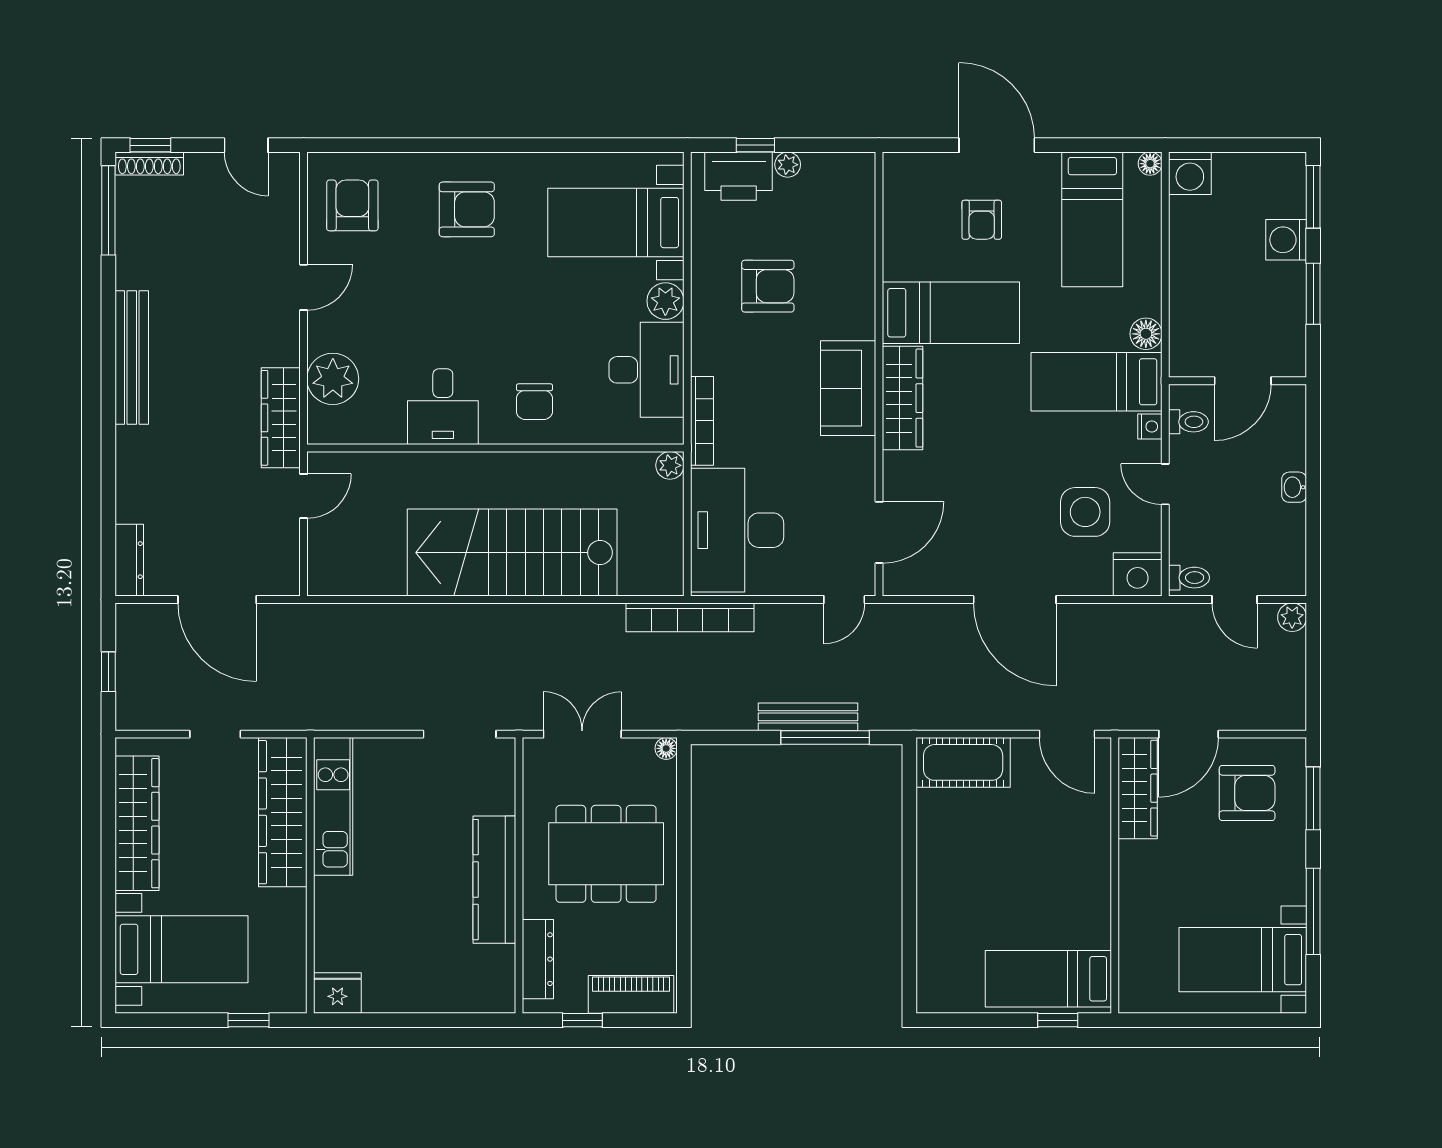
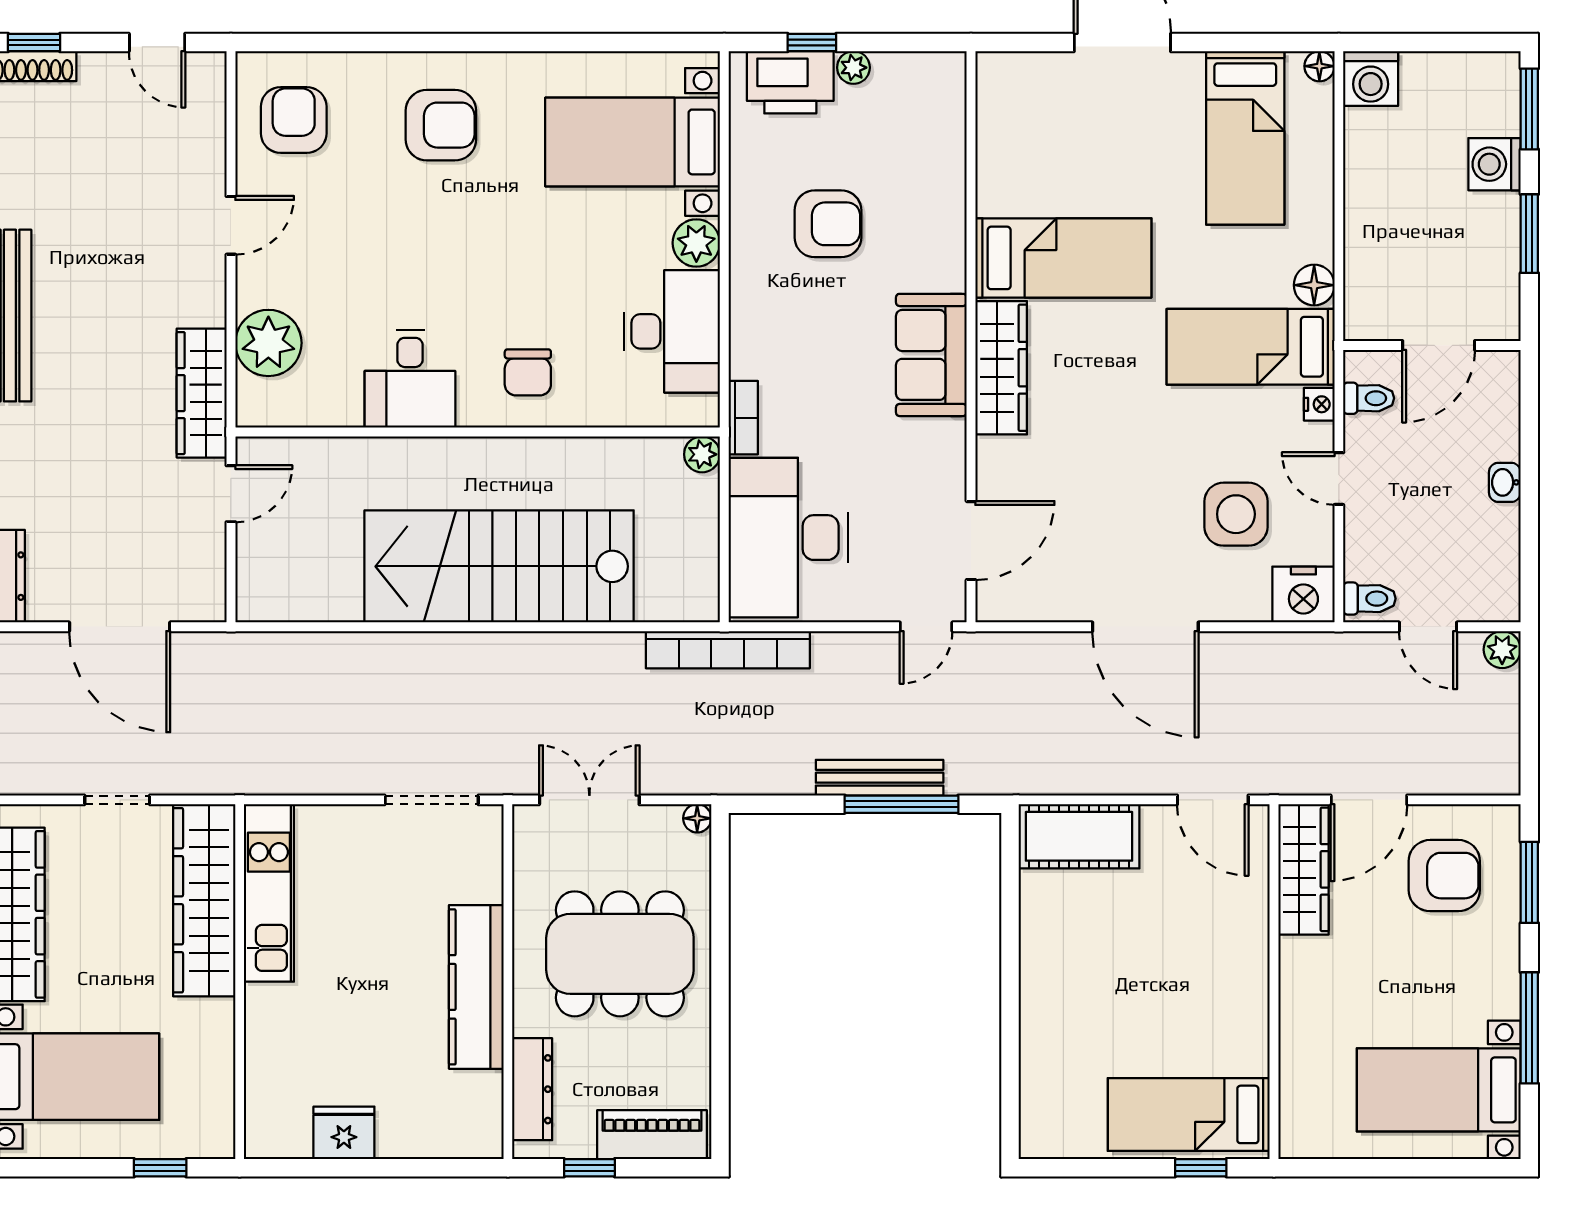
armchair: (982, 220) -> (1103, 138), removed
bookcase: (702, 421) -> (743, 418), width x0.64
fridge: (337, 993) -> (344, 1133), moved

